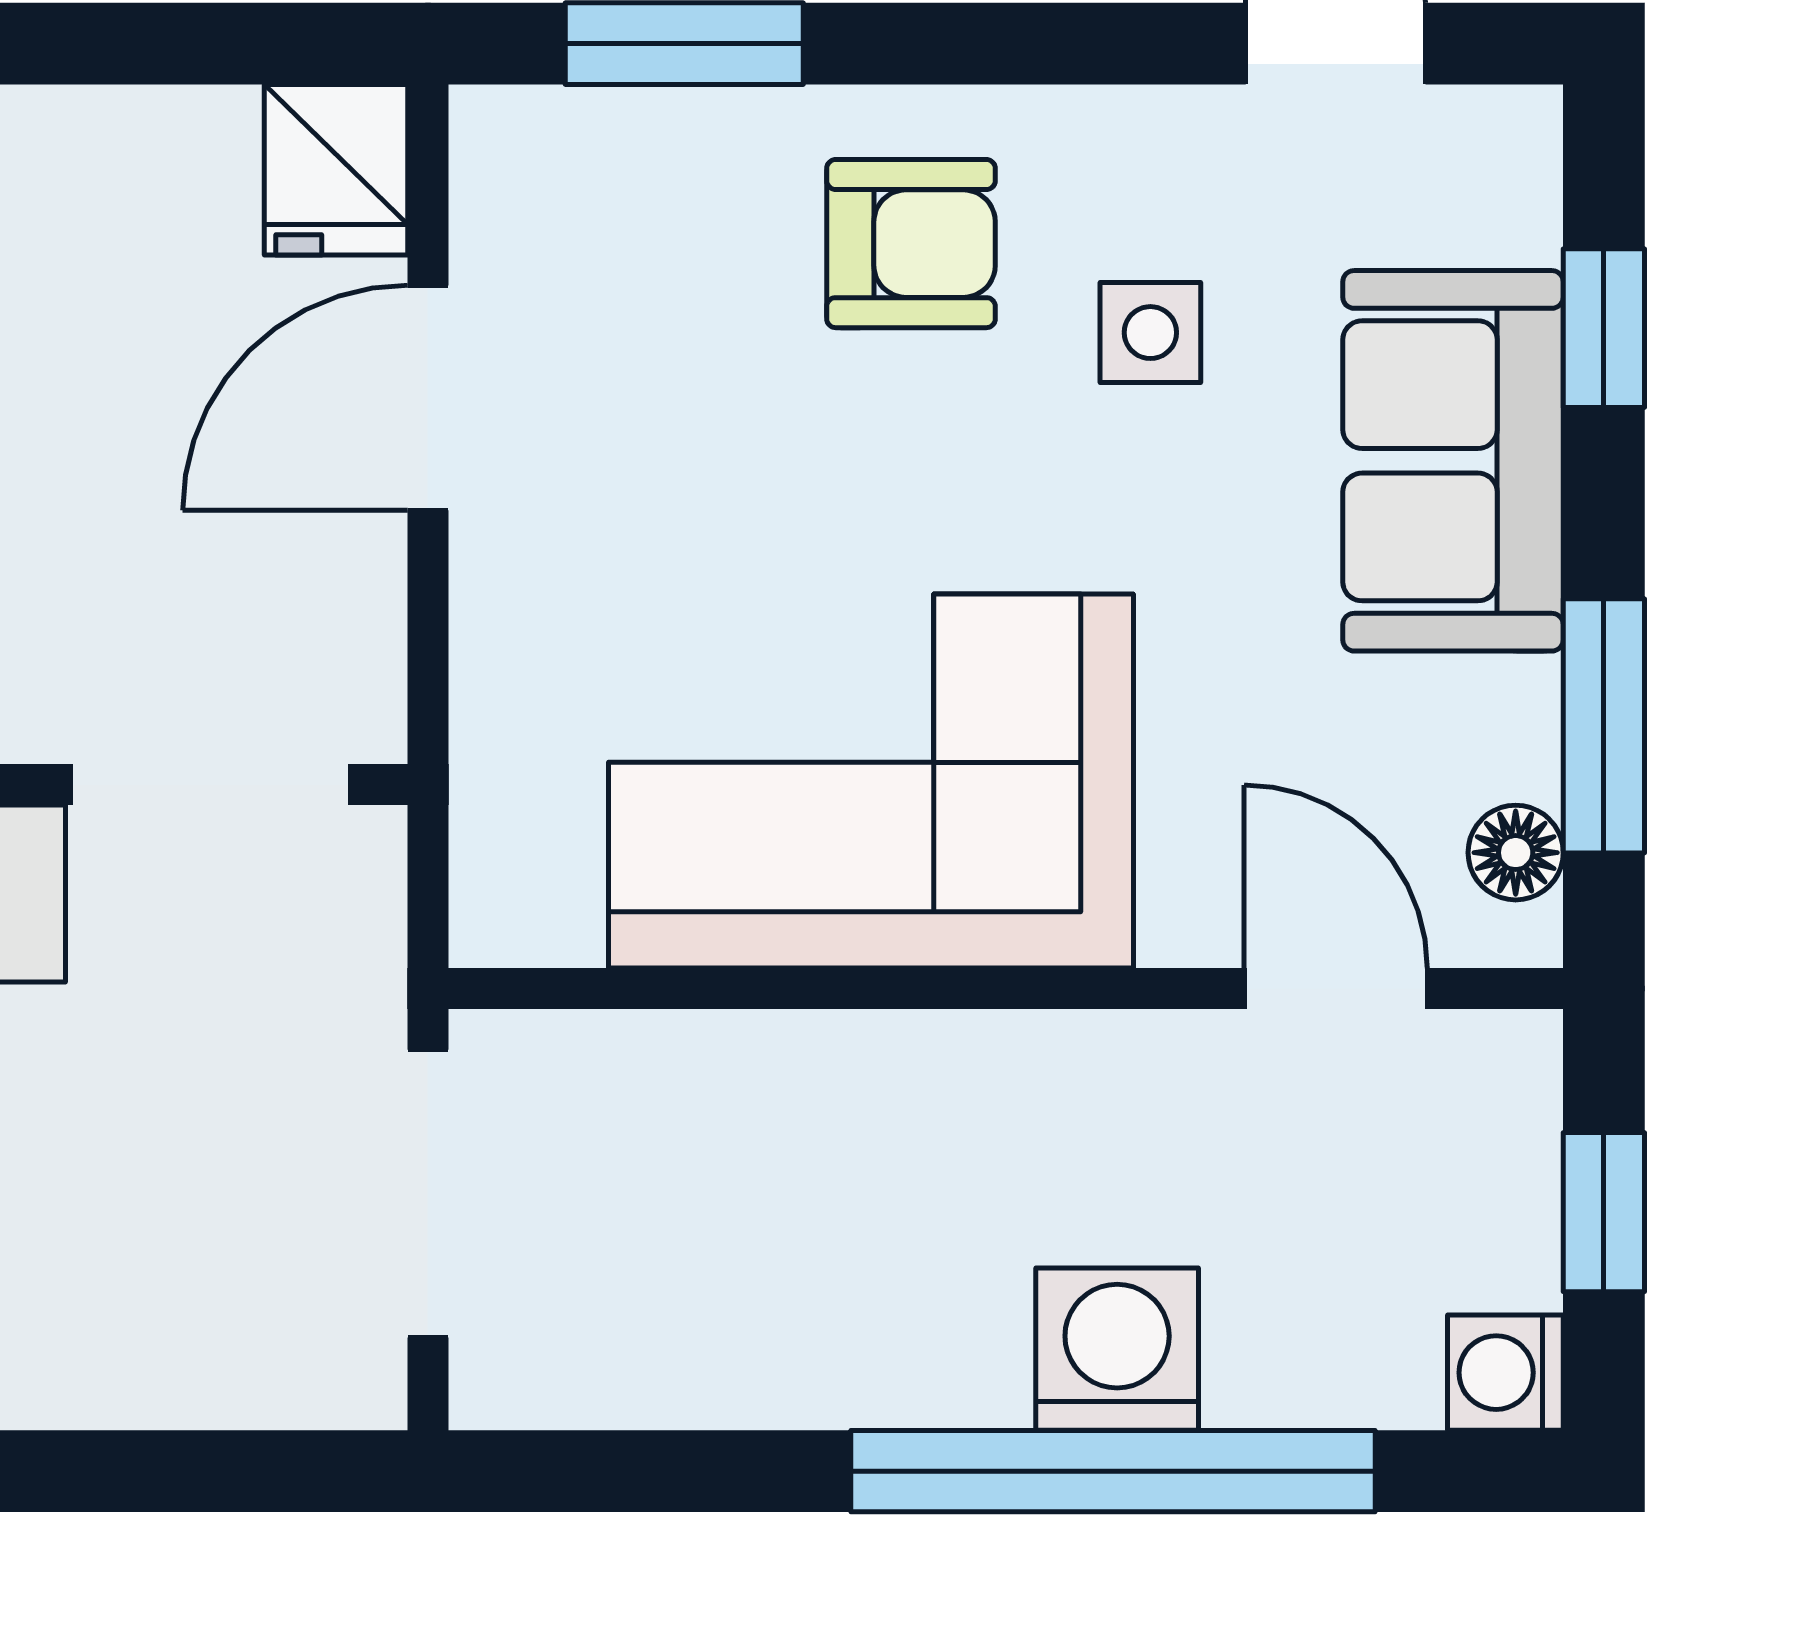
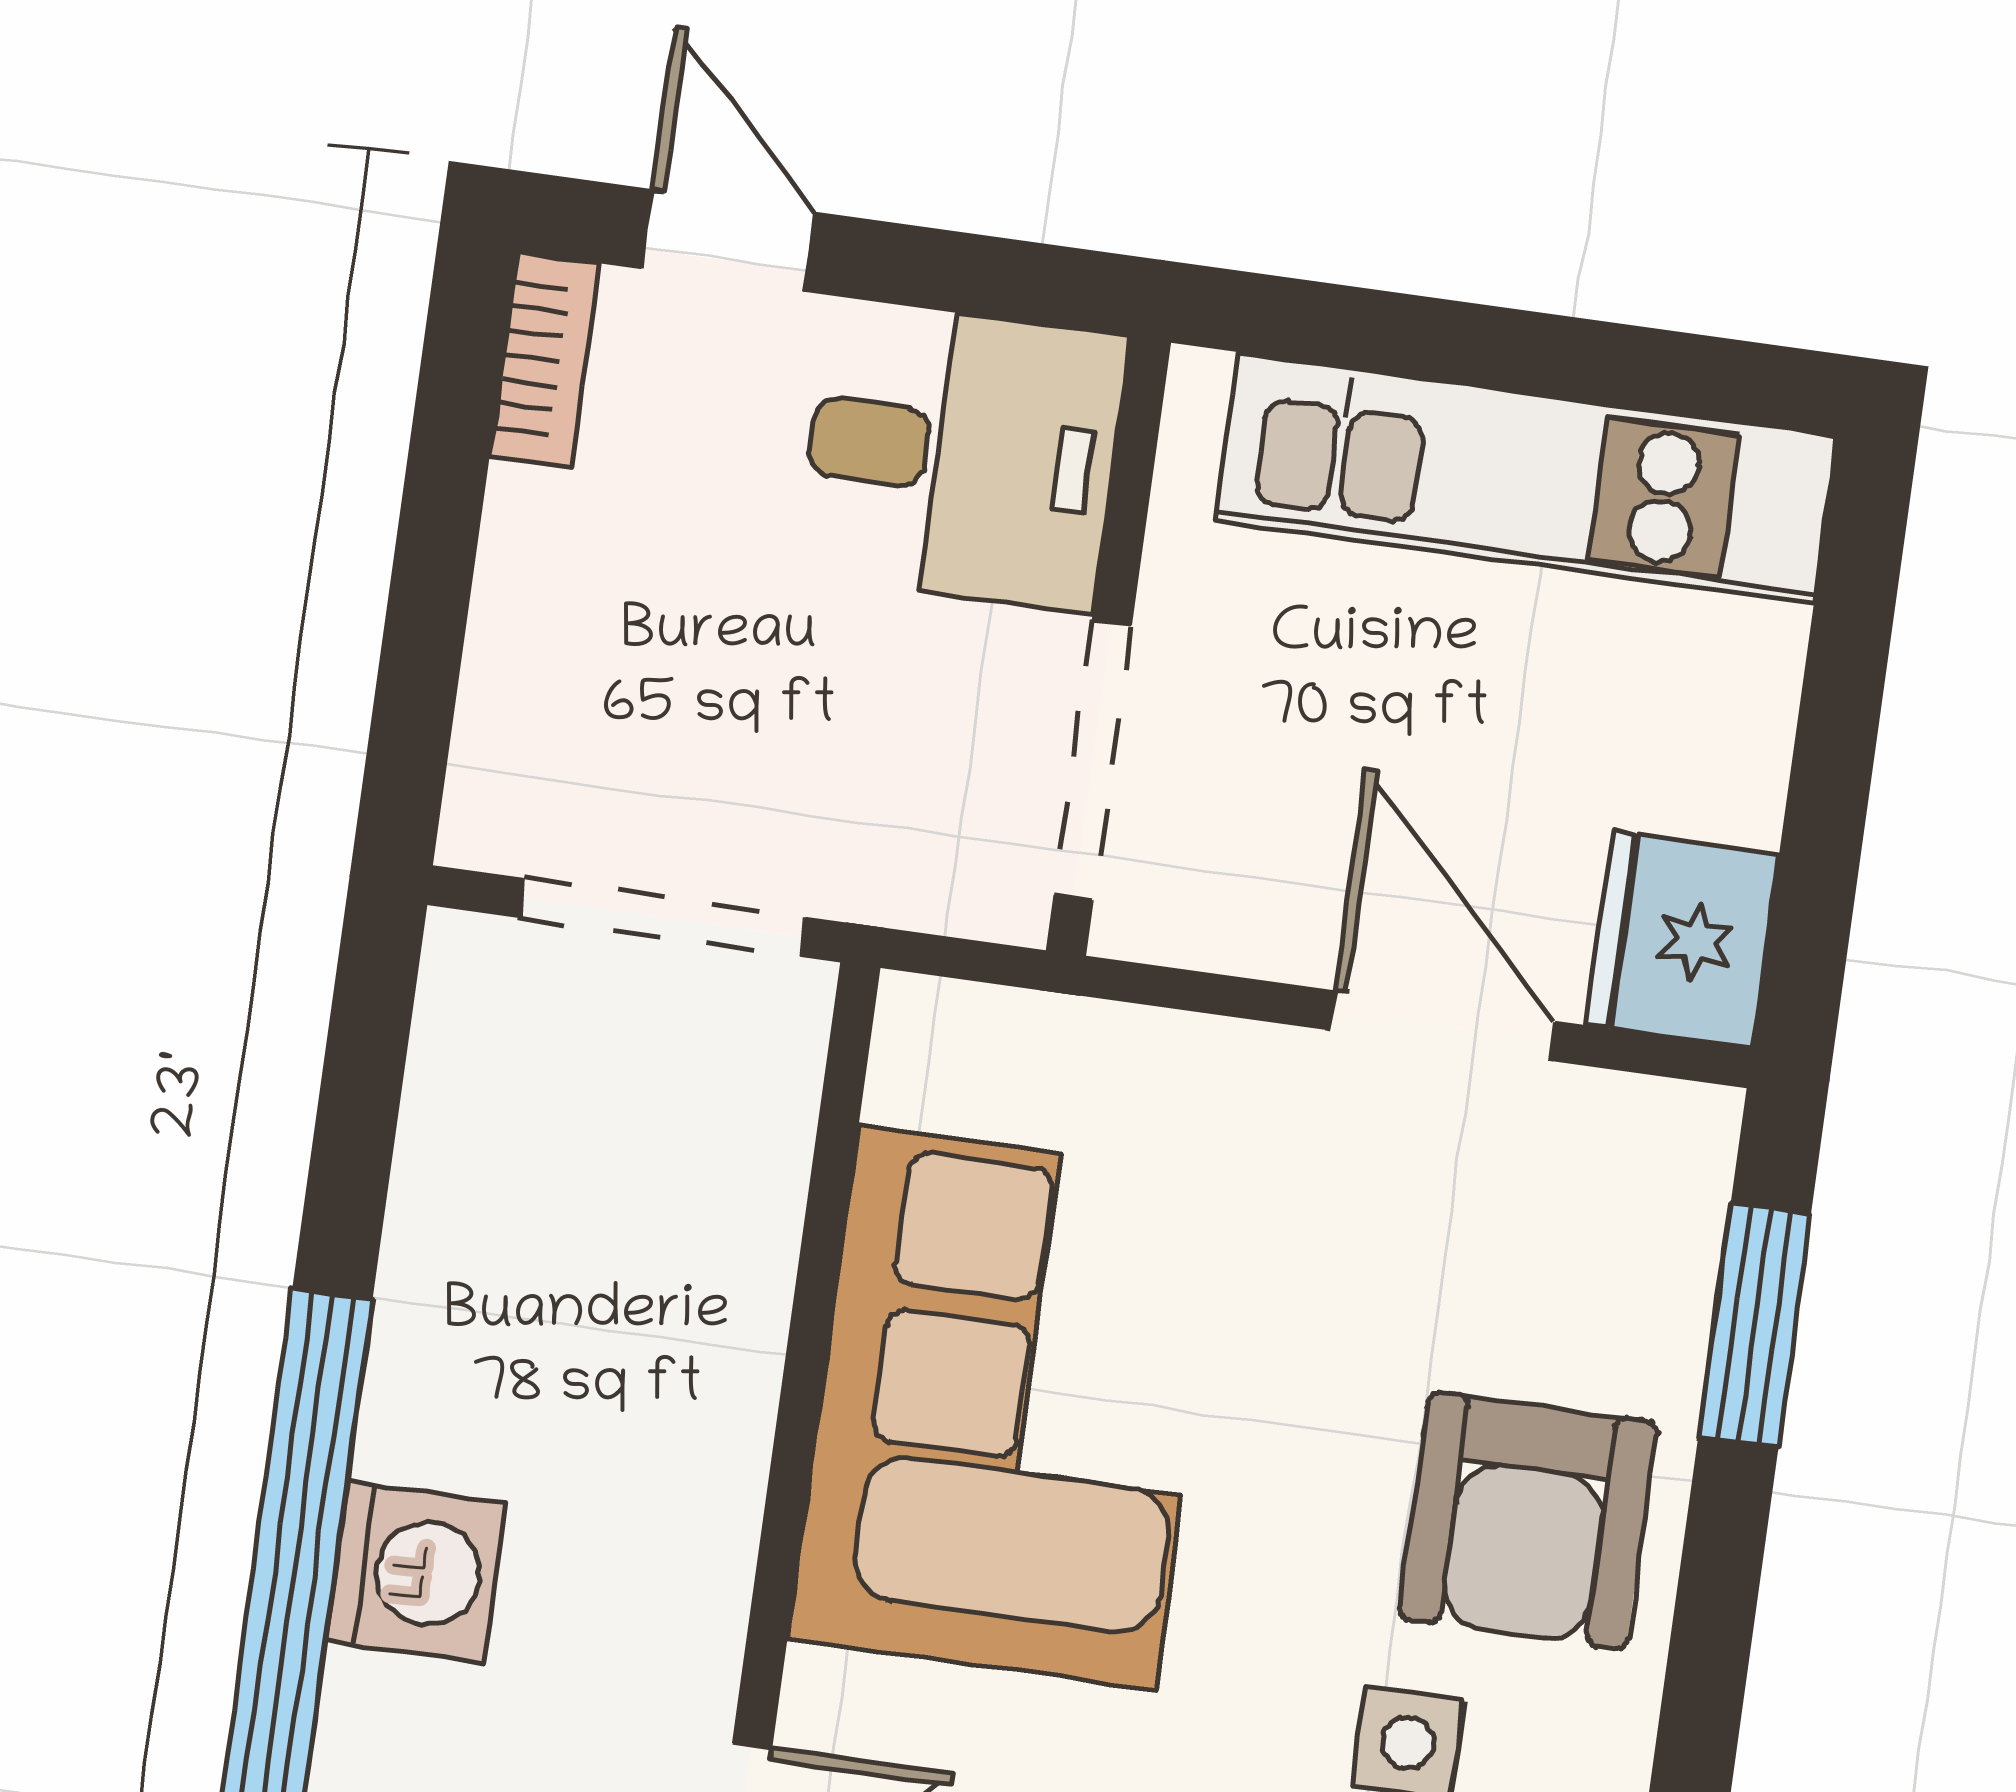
fridge: (336, 170) -> (1682, 939), width x1.38
armchair: (911, 244) -> (1528, 1520), width x1.38, depth x1.38

